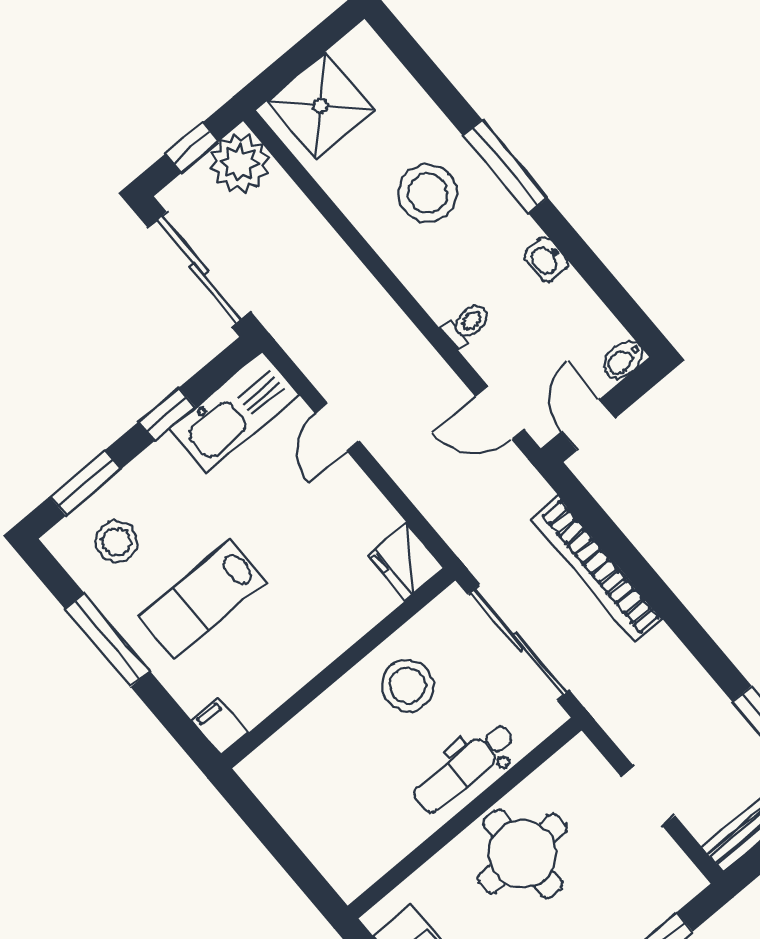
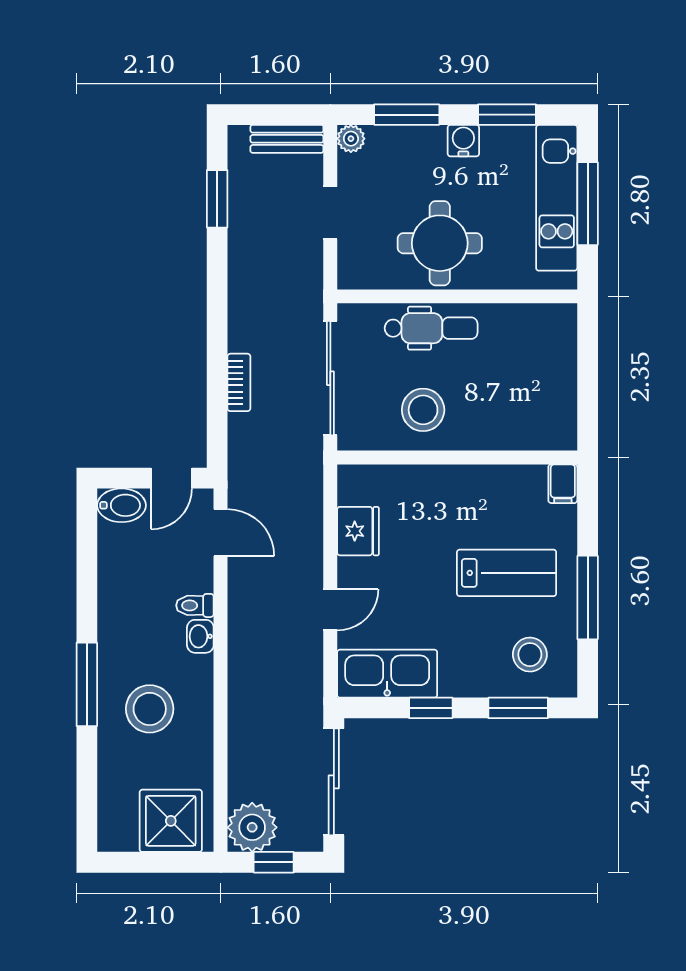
washbasin: (546, 260) -> (200, 636), moved, turned 180
bidet: (623, 360) -> (122, 505), width x1.38, depth x1.36
fridge: (406, 561) -> (358, 531), moved
bookcase: (597, 570) -> (239, 382), width x0.43, depth x0.76
plant: (687, 881) -> (351, 139), added

